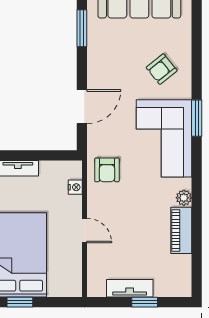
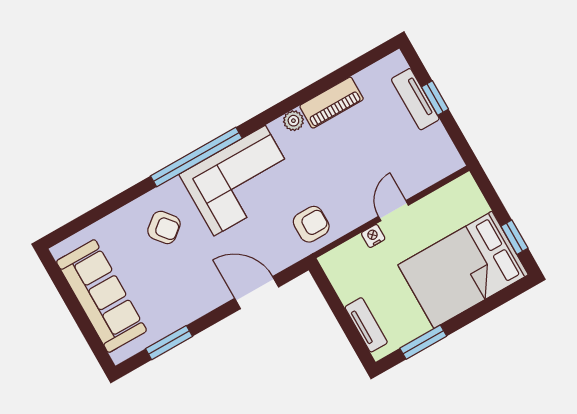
window: (197, 118) -> (196, 157), width x2.11
nightstand: (75, 187) -> (373, 236), moved
tv unit: (130, 288) -> (415, 99), moved

